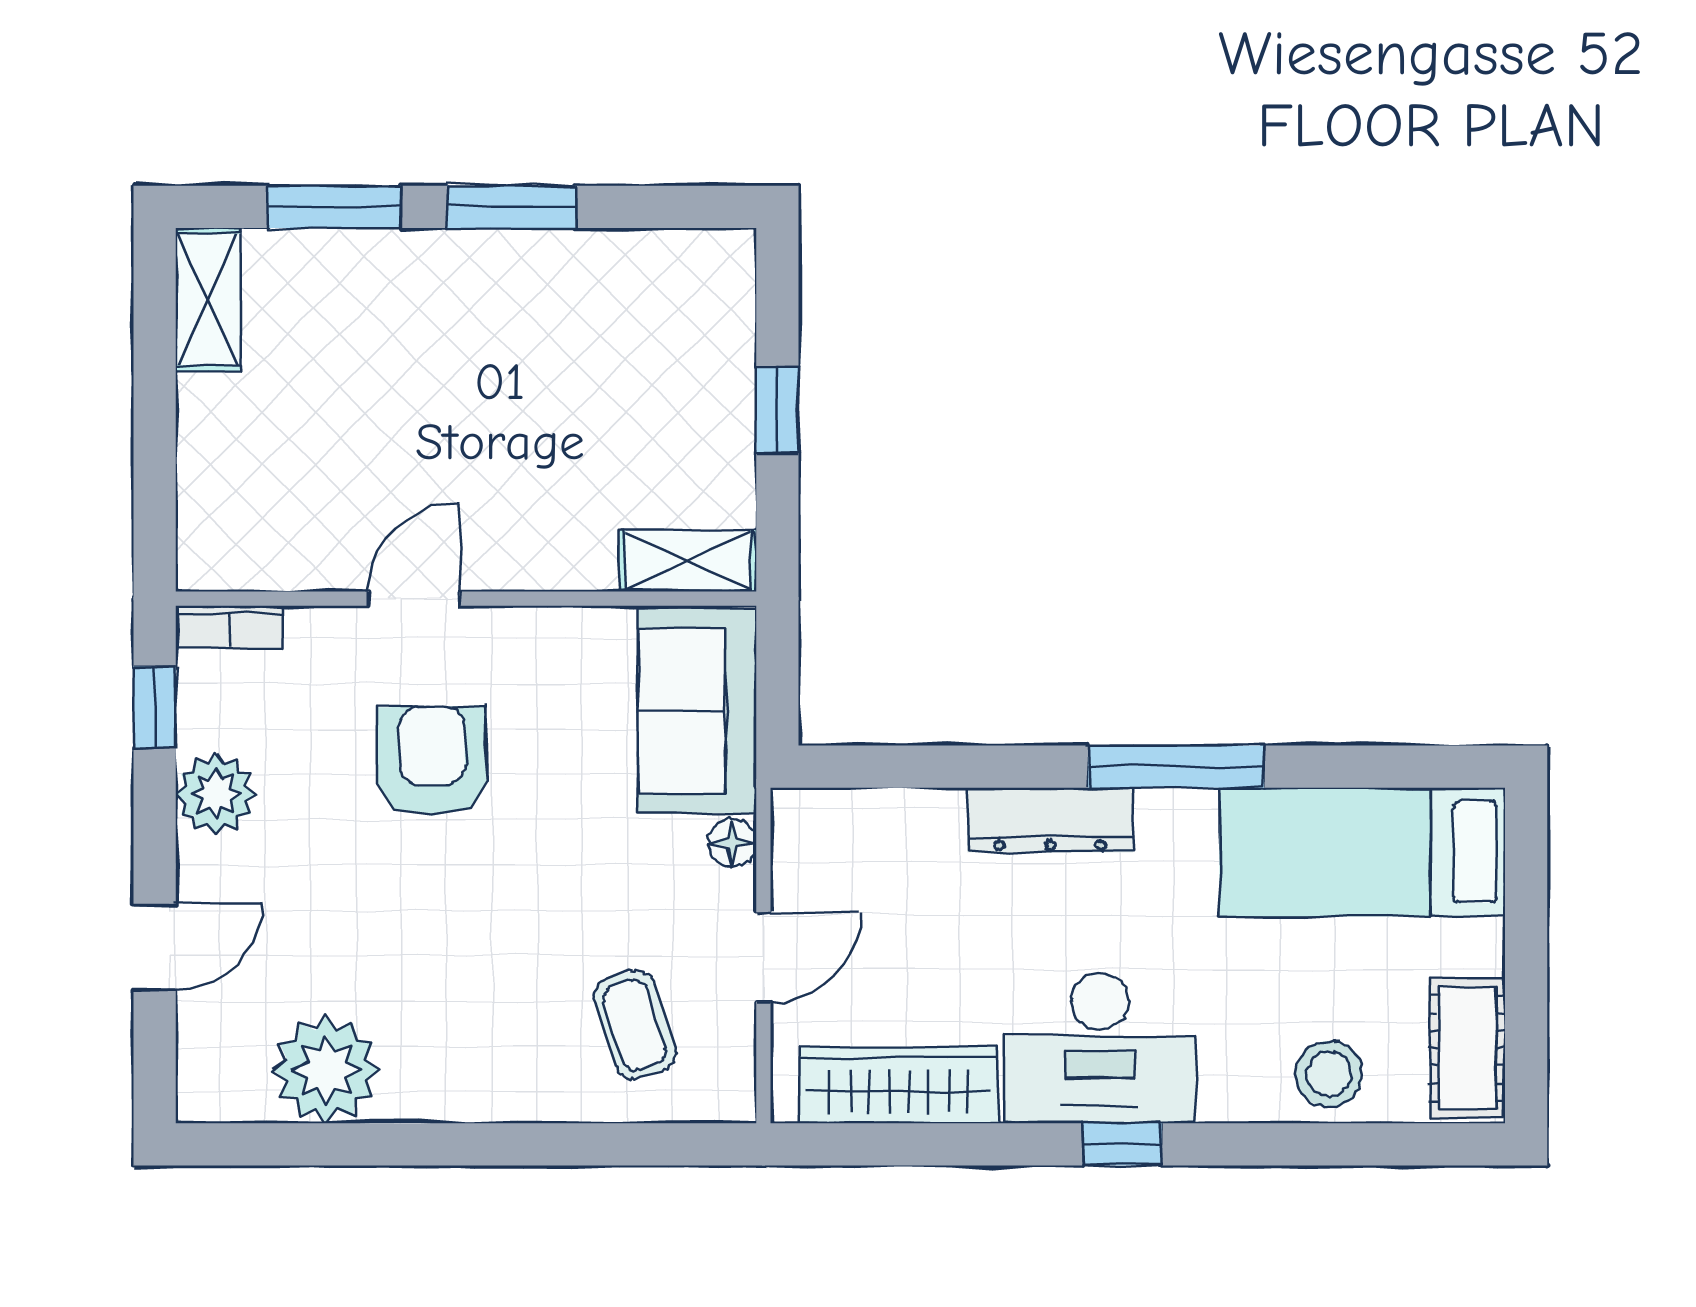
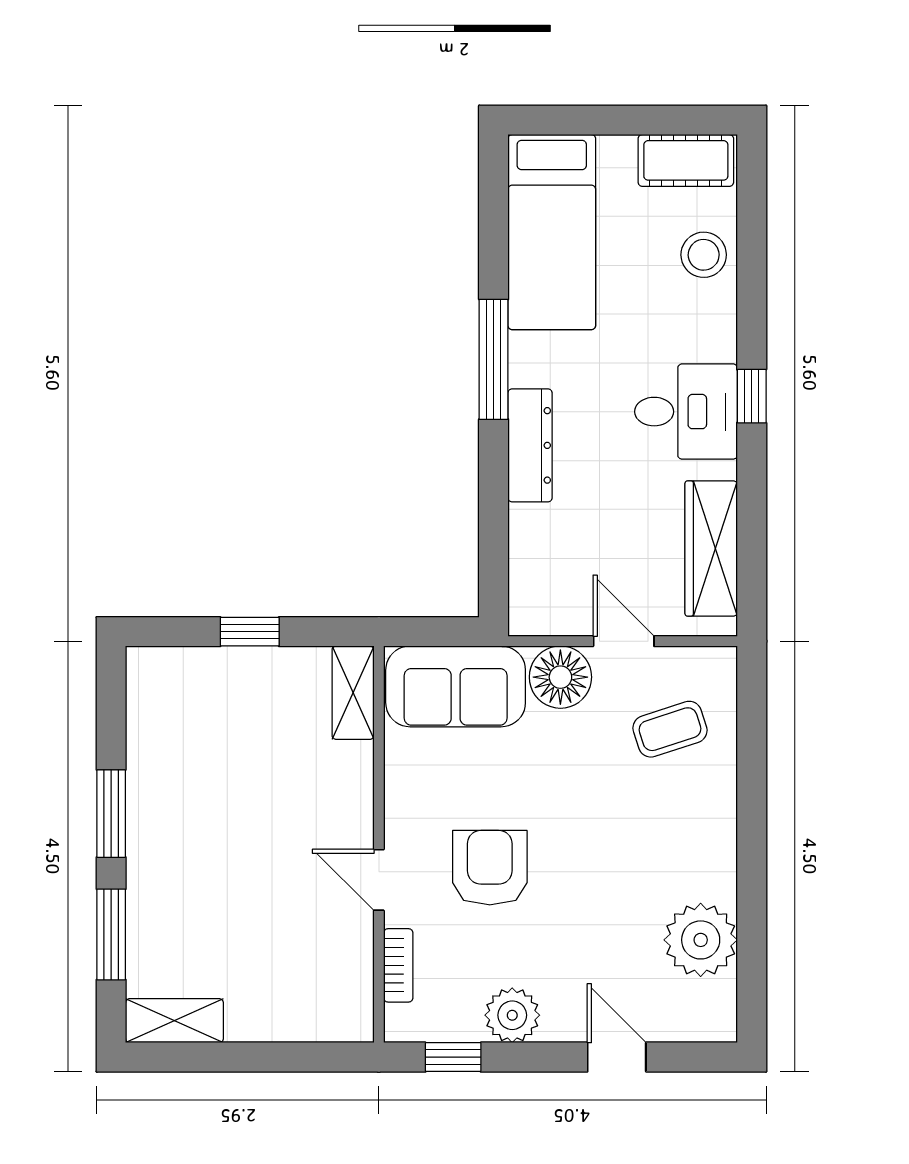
bookcase: (229, 627) -> (398, 965), moved
armchair: (432, 761) -> (490, 868), turned 91
floor lamp: (732, 843) -> (560, 677), width x1.89, depth x1.89
desk: (1100, 1048) -> (686, 412), width x0.73

